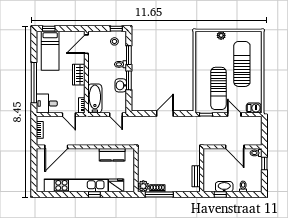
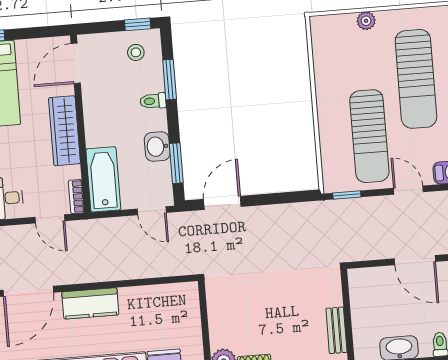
sun lounger: (242, 64) -> (416, 79), turned 180
wardrobe: (79, 75) -> (64, 131), width x1.50
window: (129, 80) -> (176, 163), moved
door: (165, 114) -> (222, 203), moved
kitchen counter: (112, 155) -> (90, 303), moved

